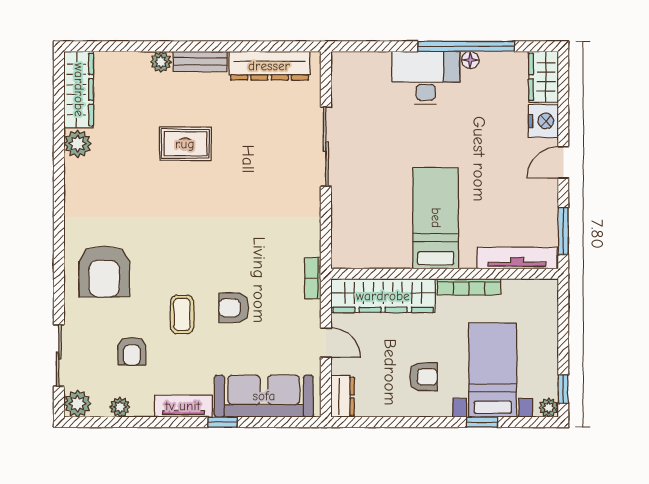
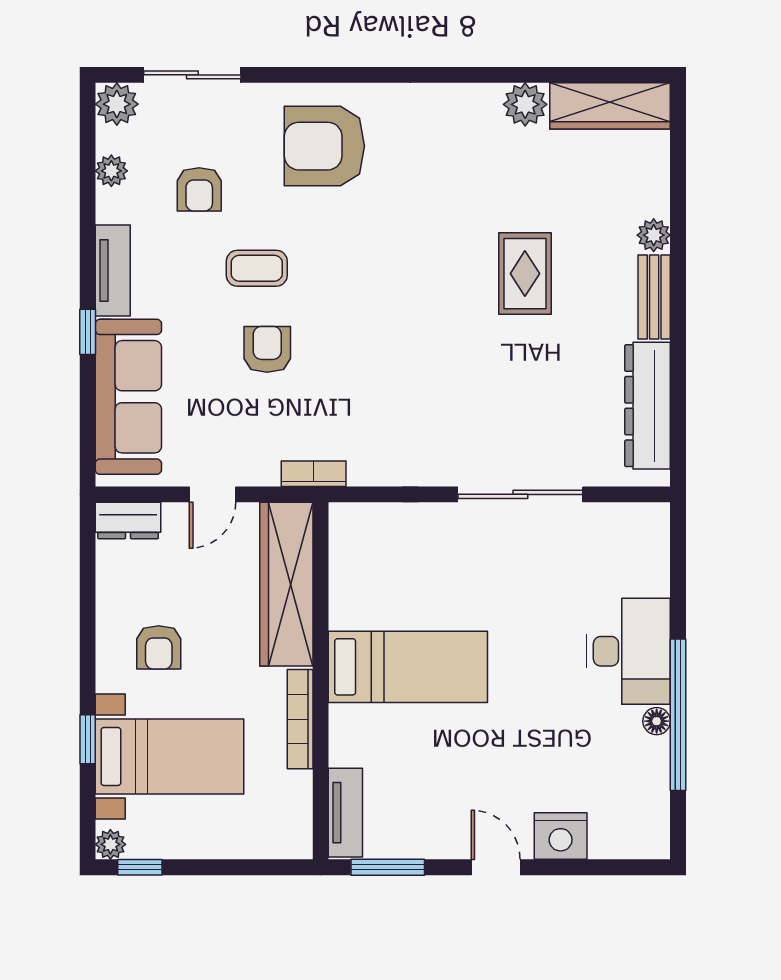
wardrobe: (543, 77) -> (630, 836), removed
tv unit: (517, 258) -> (345, 813), width x0.71
armchair: (132, 351) -> (199, 189), turned -90

